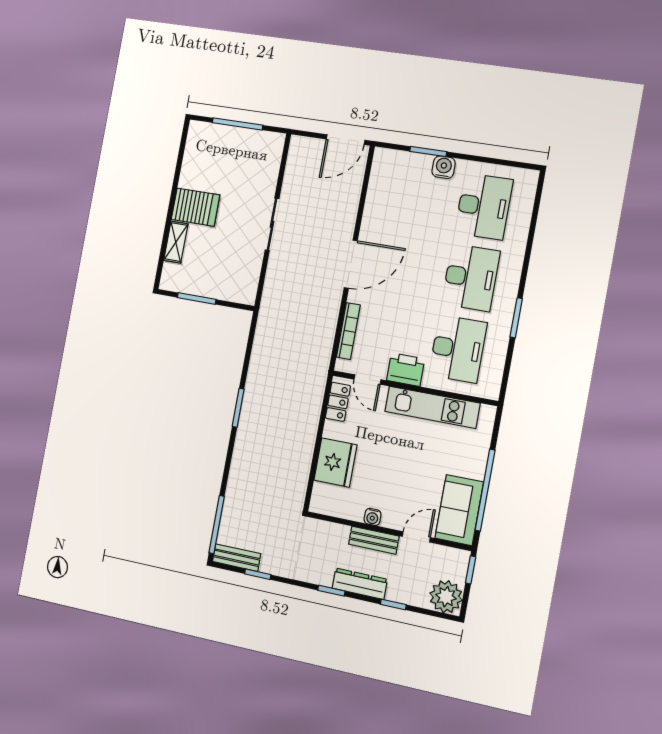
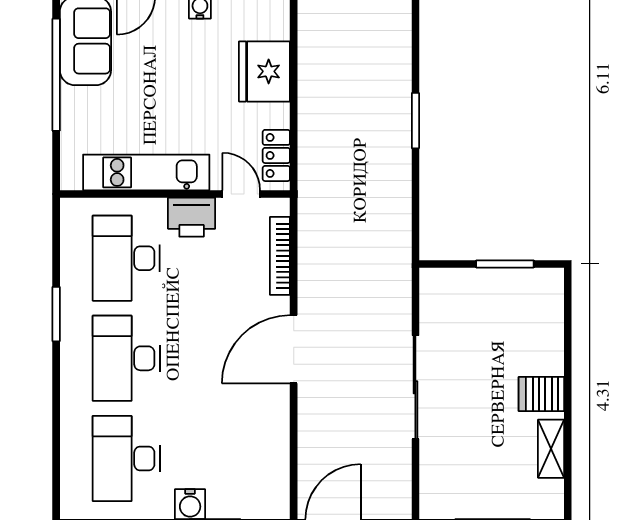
server rack: (196, 207) -> (541, 394), width x0.73, depth x0.70
sliding door: (272, 224) -> (415, 387), width x1.37
shelving: (176, 242) -> (551, 449), moved

